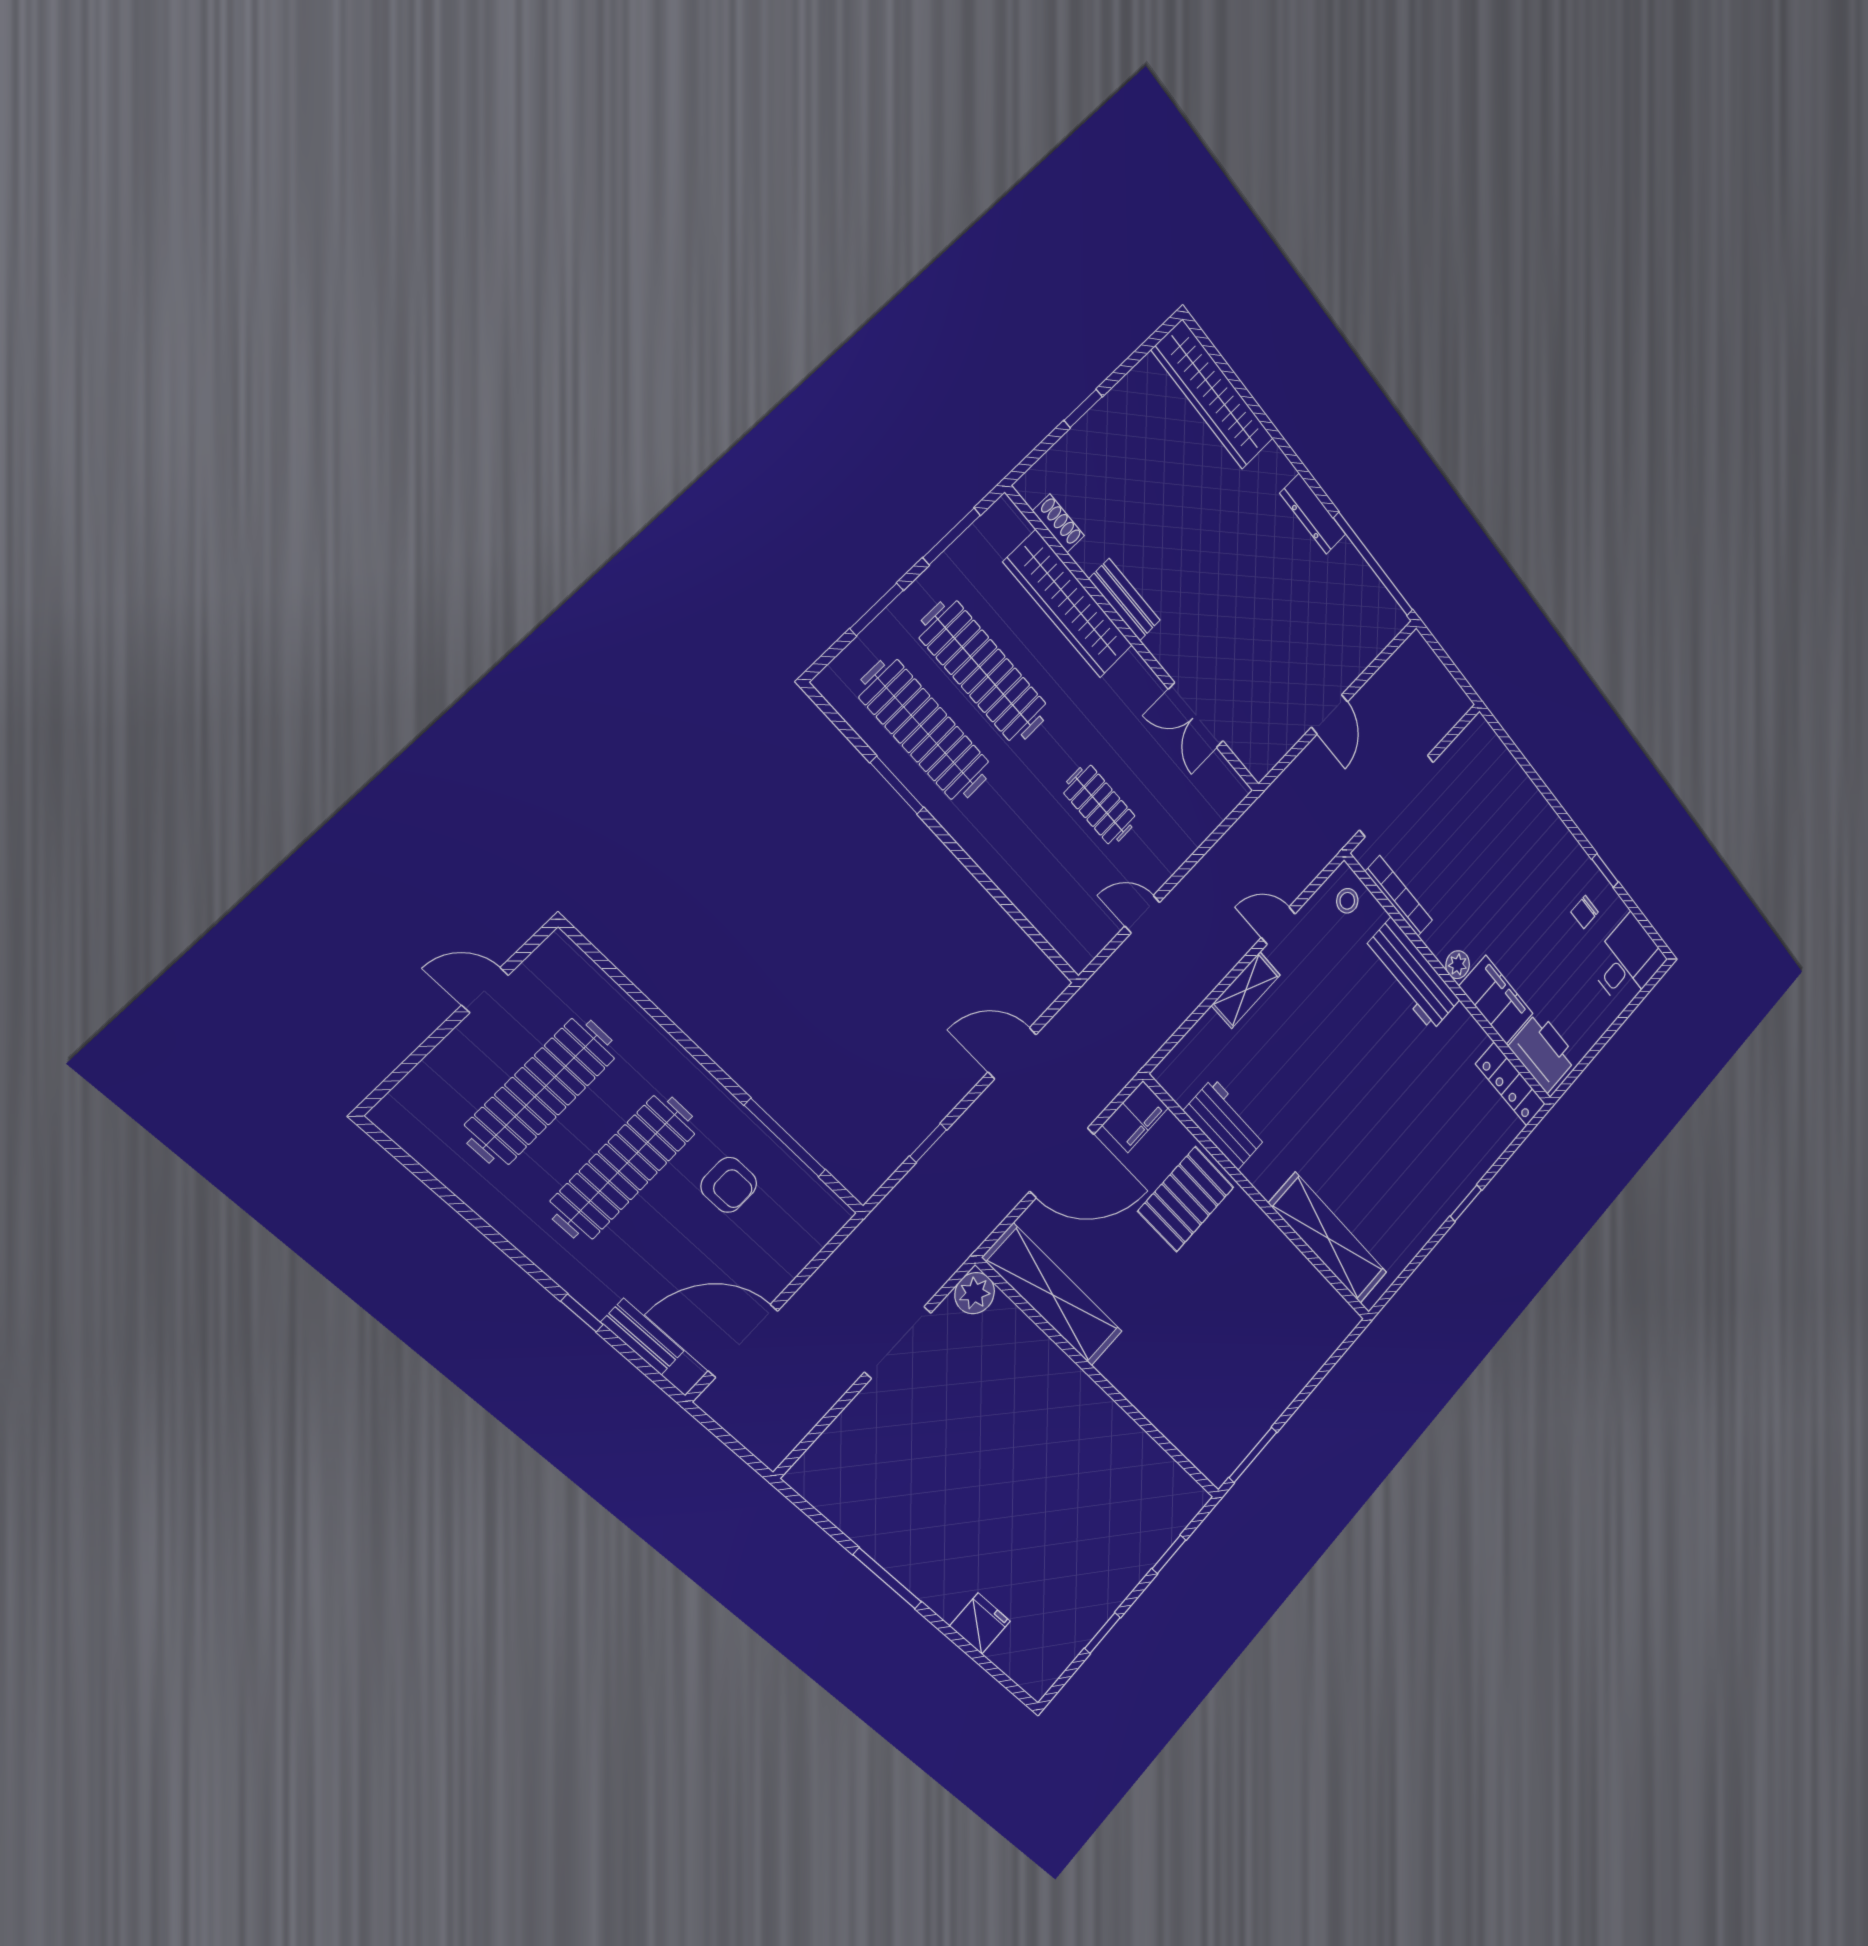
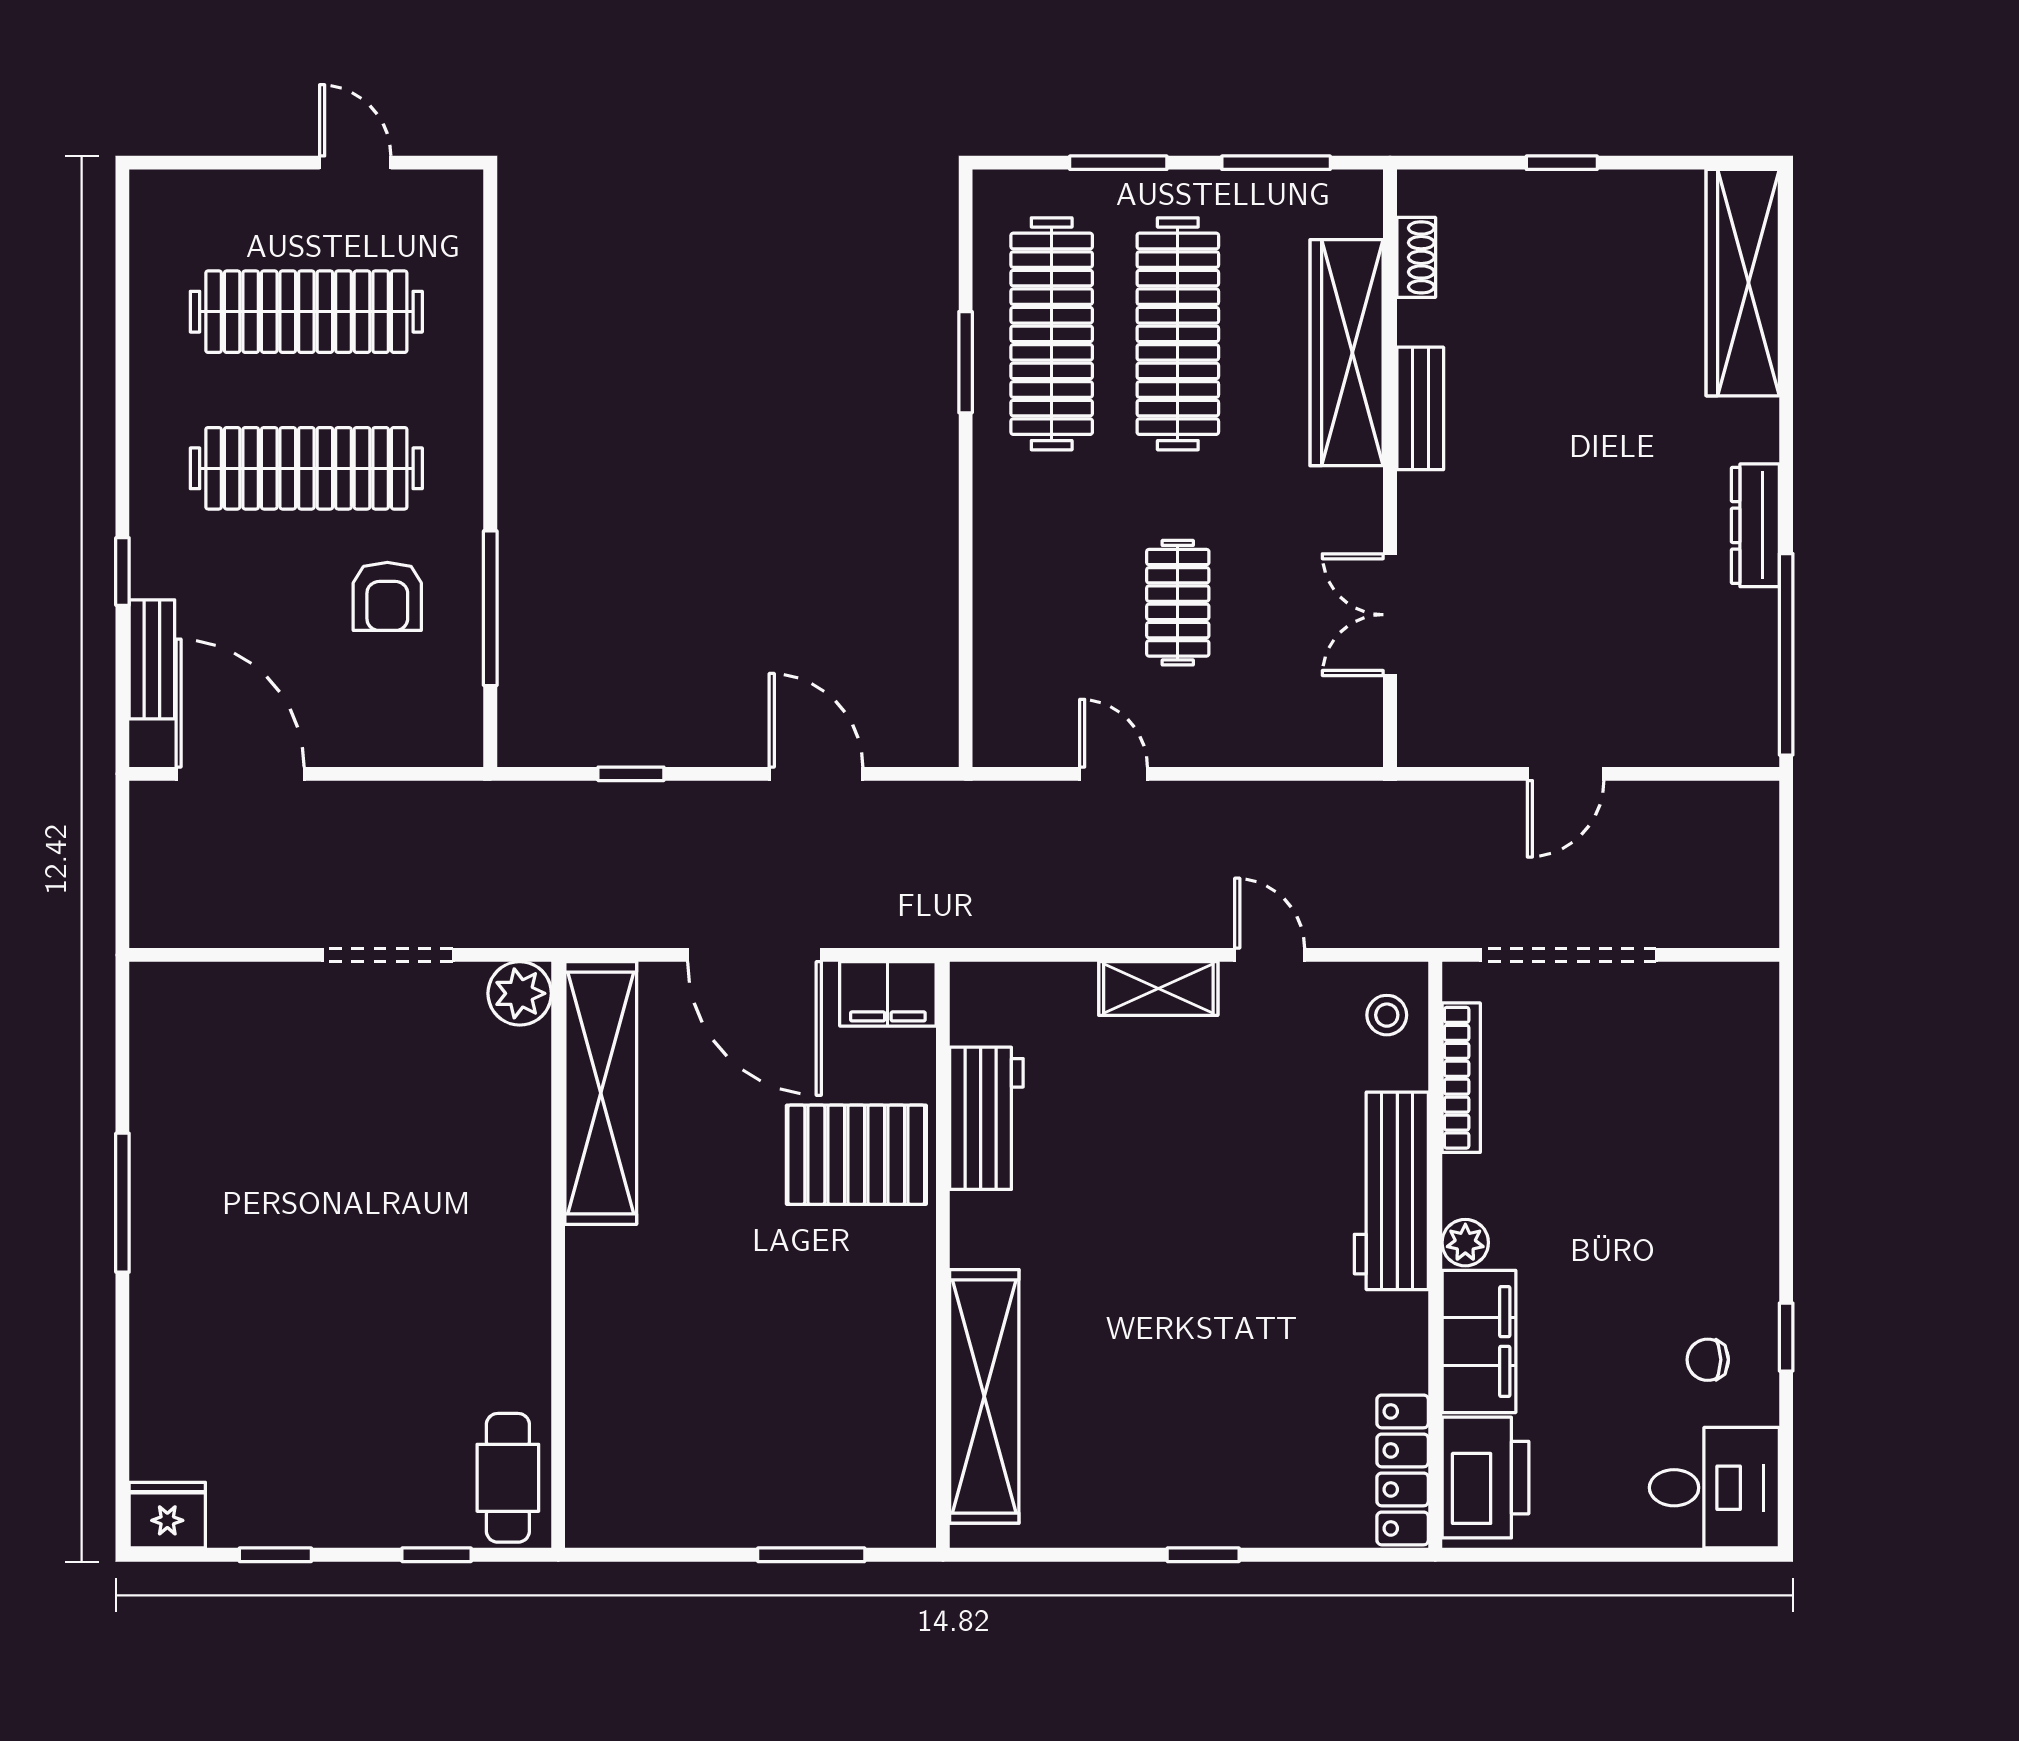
window: (1253, 1455) -> (811, 1555), moved
cafe table: (1168, 1491) -> (508, 1478), added
fridge: (980, 1624) -> (167, 1515), moved, turned -90

